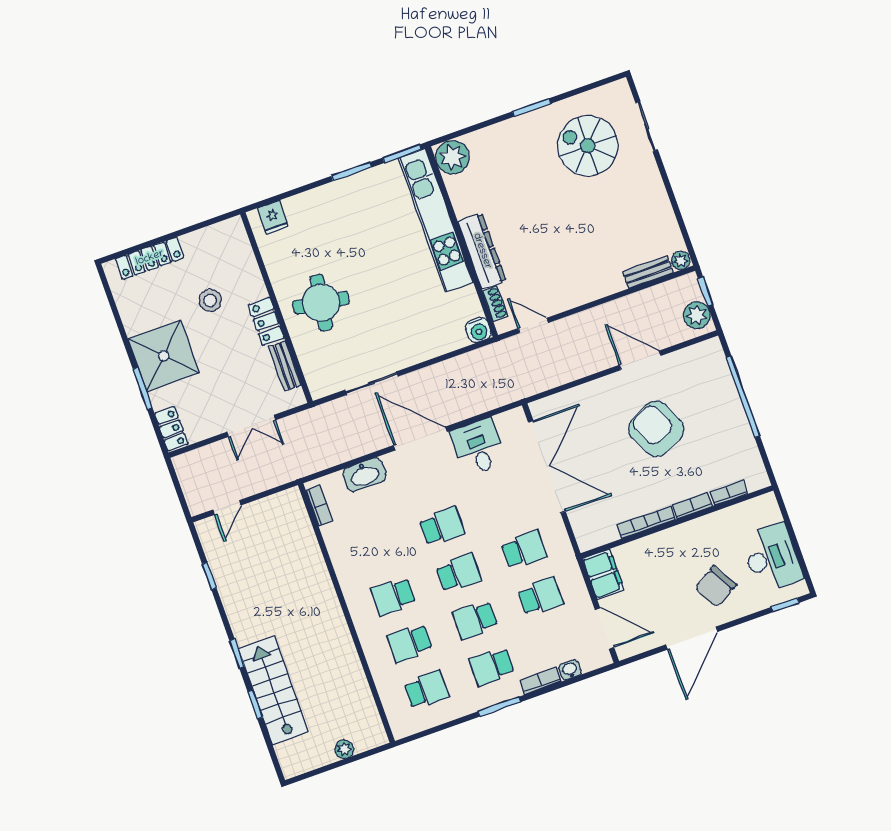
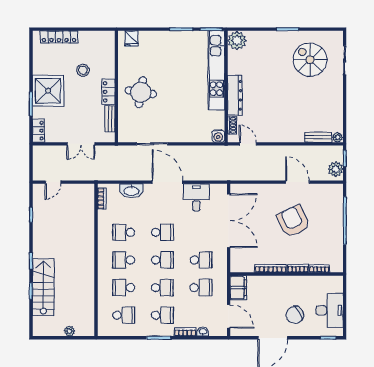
school desk: (377, 550) -> (124, 232), added
school desk: (475, 620) -> (162, 288), turned 180
school desk: (492, 666) -> (162, 315), turned 180

